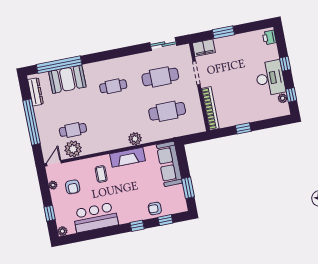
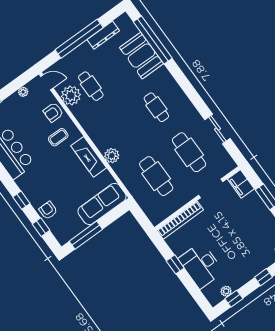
sliding door: (163, 44) -> (217, 129), moved
desk: (270, 78) -> (201, 265), moved, turned 90
dresser: (36, 92) -> (103, 35), moved
armchair: (73, 187) -> (53, 112), moved
window: (188, 188) -> (86, 235), width x1.44

